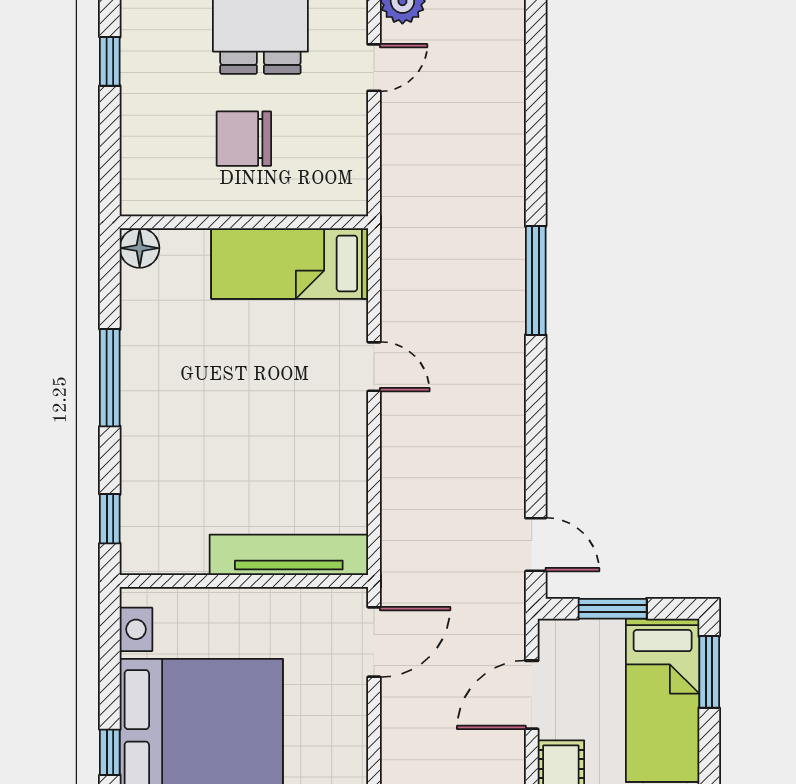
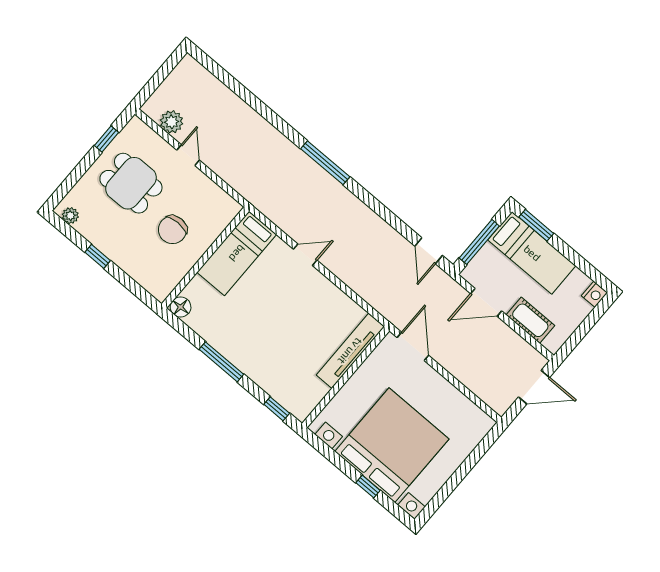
door: (536, 545) -> (429, 251), swing flipped
window: (613, 609) -> (479, 242), width x1.44
door: (532, 695) -> (486, 302), hinge flipped

